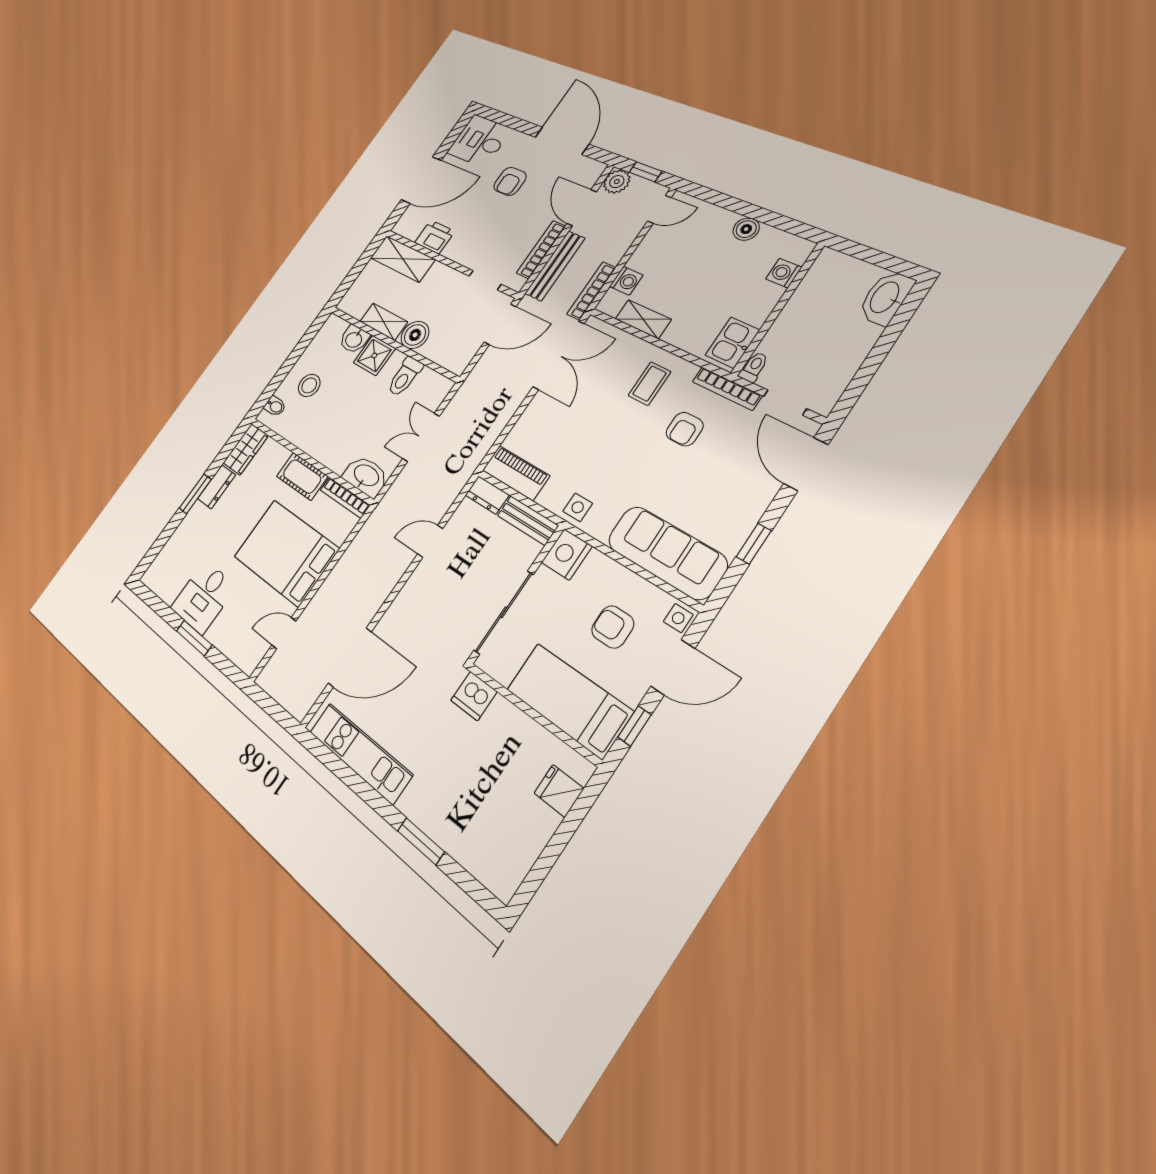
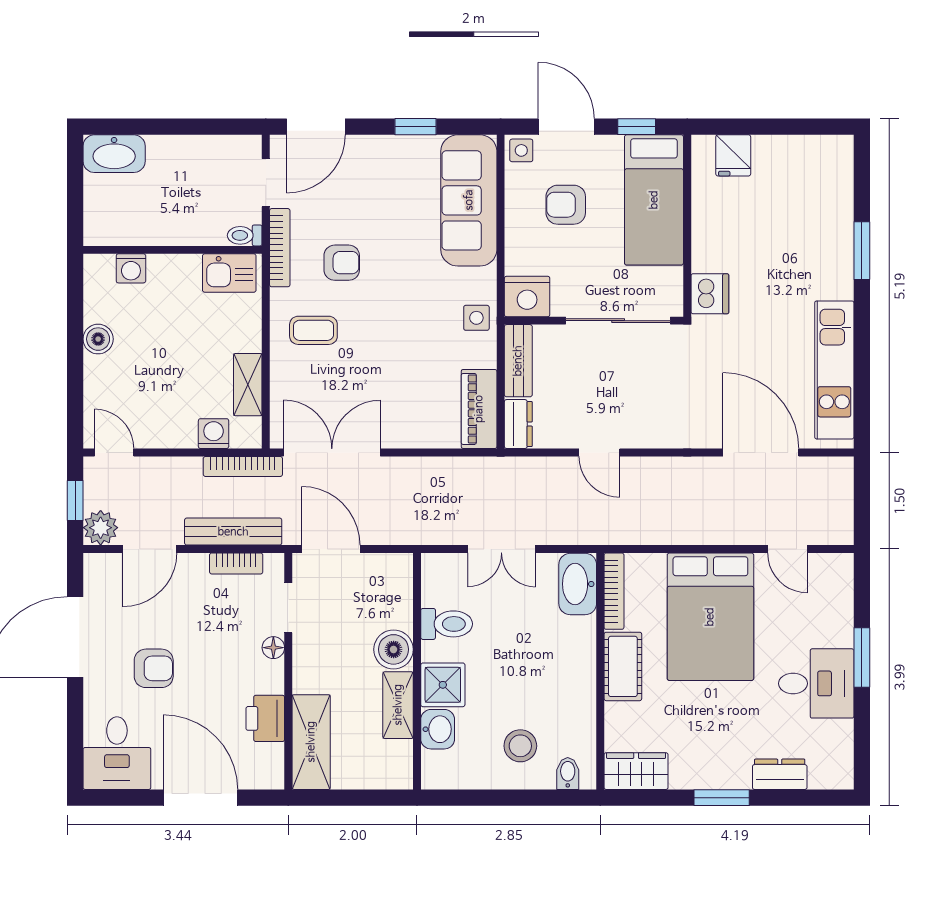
bookcase: (541, 250) -> (236, 563), width x0.64
floor lamp: (469, 260) -> (273, 648), added
dresser: (217, 487) -> (780, 774), moved
armchair: (613, 627) -> (566, 205), turned 90

